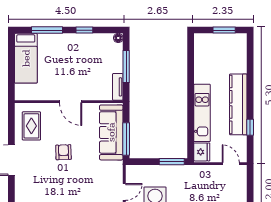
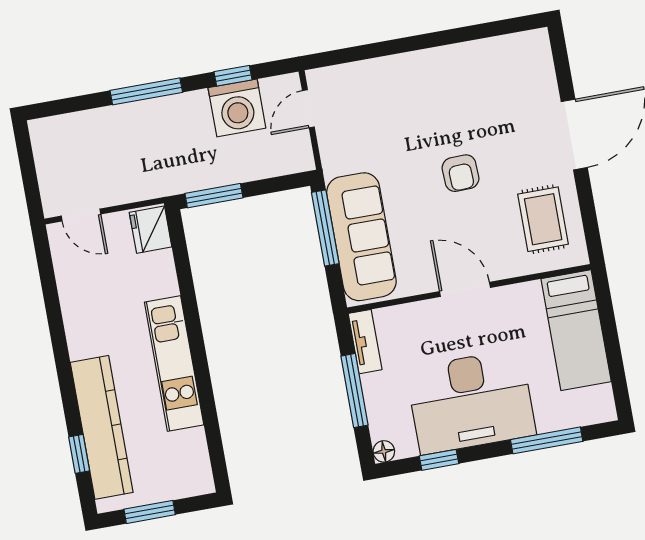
window: (84, 30) -> (439, 460), moved
desk: (77, 53) -> (471, 402), added
bed: (26, 58) -> (576, 330), moved, turned 180
kitchen counter: (238, 104) -> (102, 427), moved
kitchen unit: (202, 113) -> (174, 363), moved
window: (250, 127) -> (79, 454), moved

